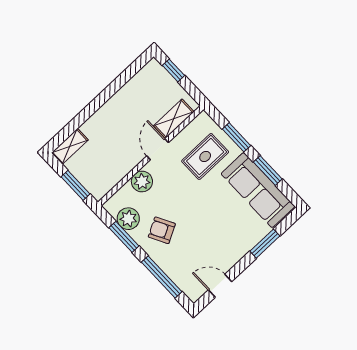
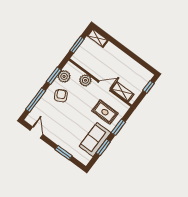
sofa: (258, 190) -> (95, 140), width x0.73

